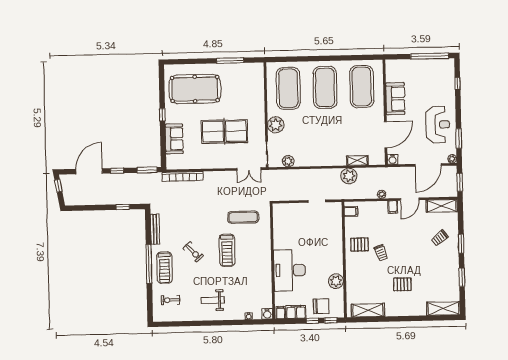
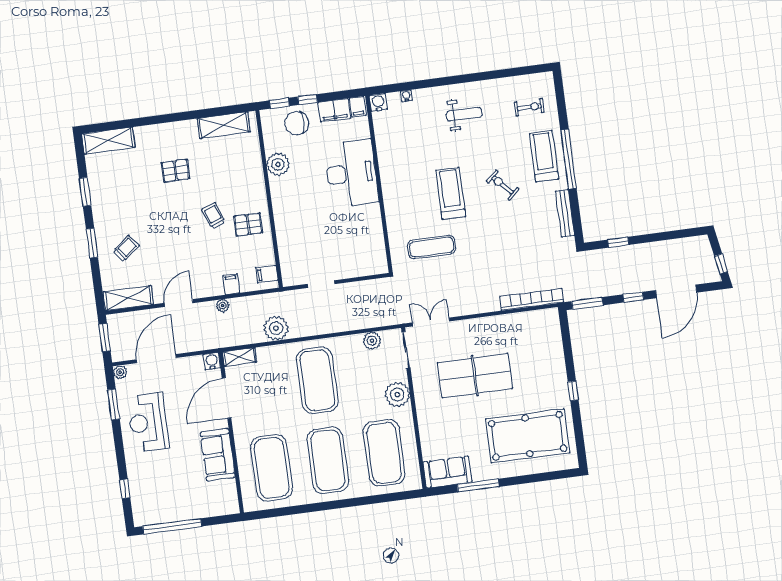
sofa: (174, 139) -> (447, 472), moved, turned 90
exercise mat: (326, 140) -> (317, 380), added
shelving: (357, 161) -> (240, 357), moved
filing cabinet: (393, 207) -> (231, 284), moved

